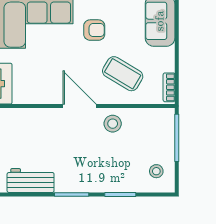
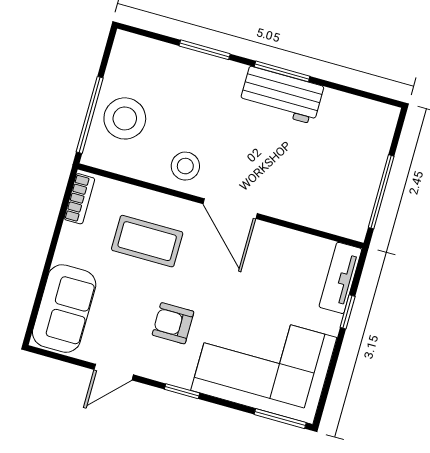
coffee table: (123, 74) -> (147, 241), turned -31
stool: (156, 171) -> (125, 118), moved, width x1.89, depth x1.89
workbench: (31, 181) -> (282, 95), moved

